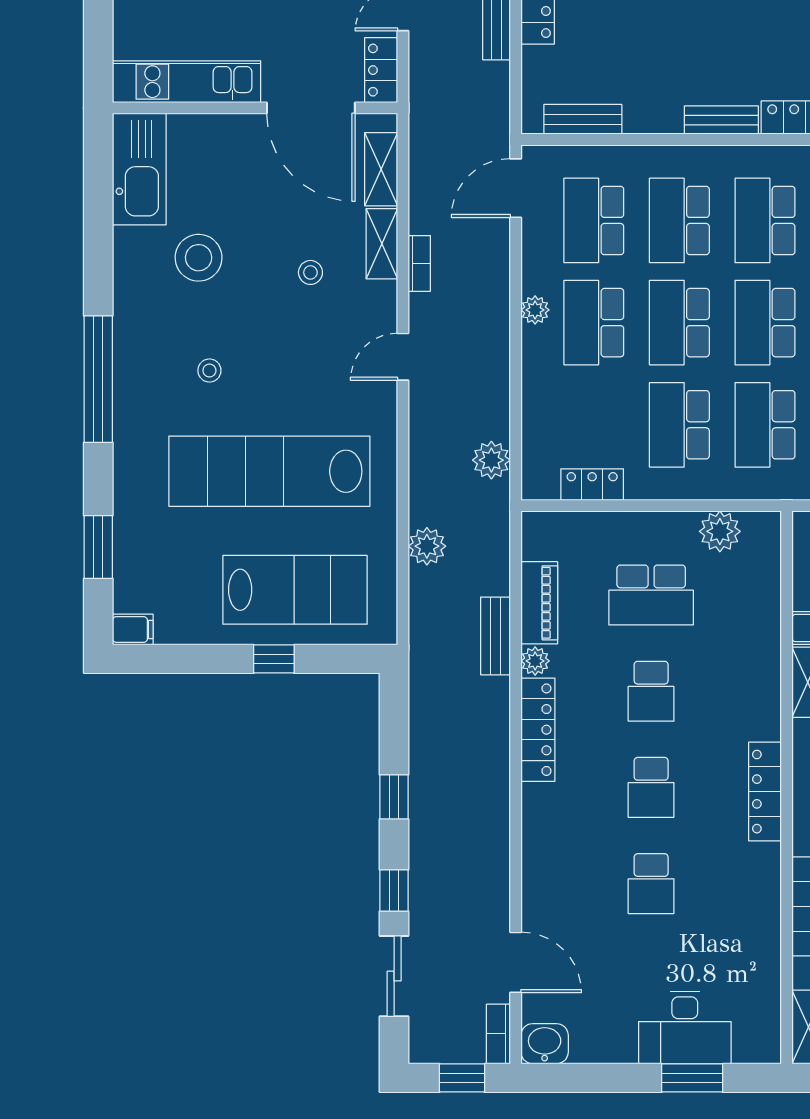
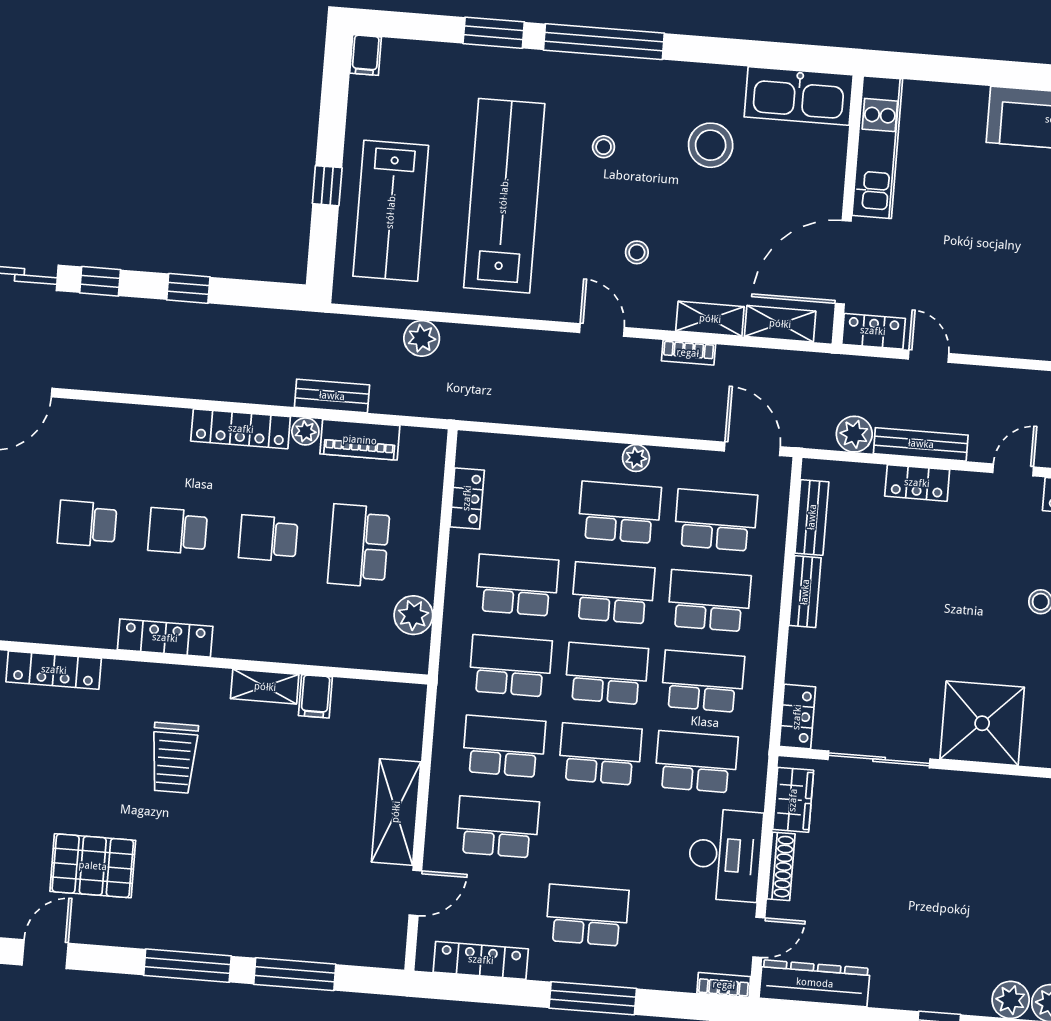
bench: (721, 120) -> (805, 592), moved
stool: (310, 272) -> (637, 252), moved
plant: (491, 460) -> (854, 434), moved
window: (98, 547) -> (494, 33), moved

